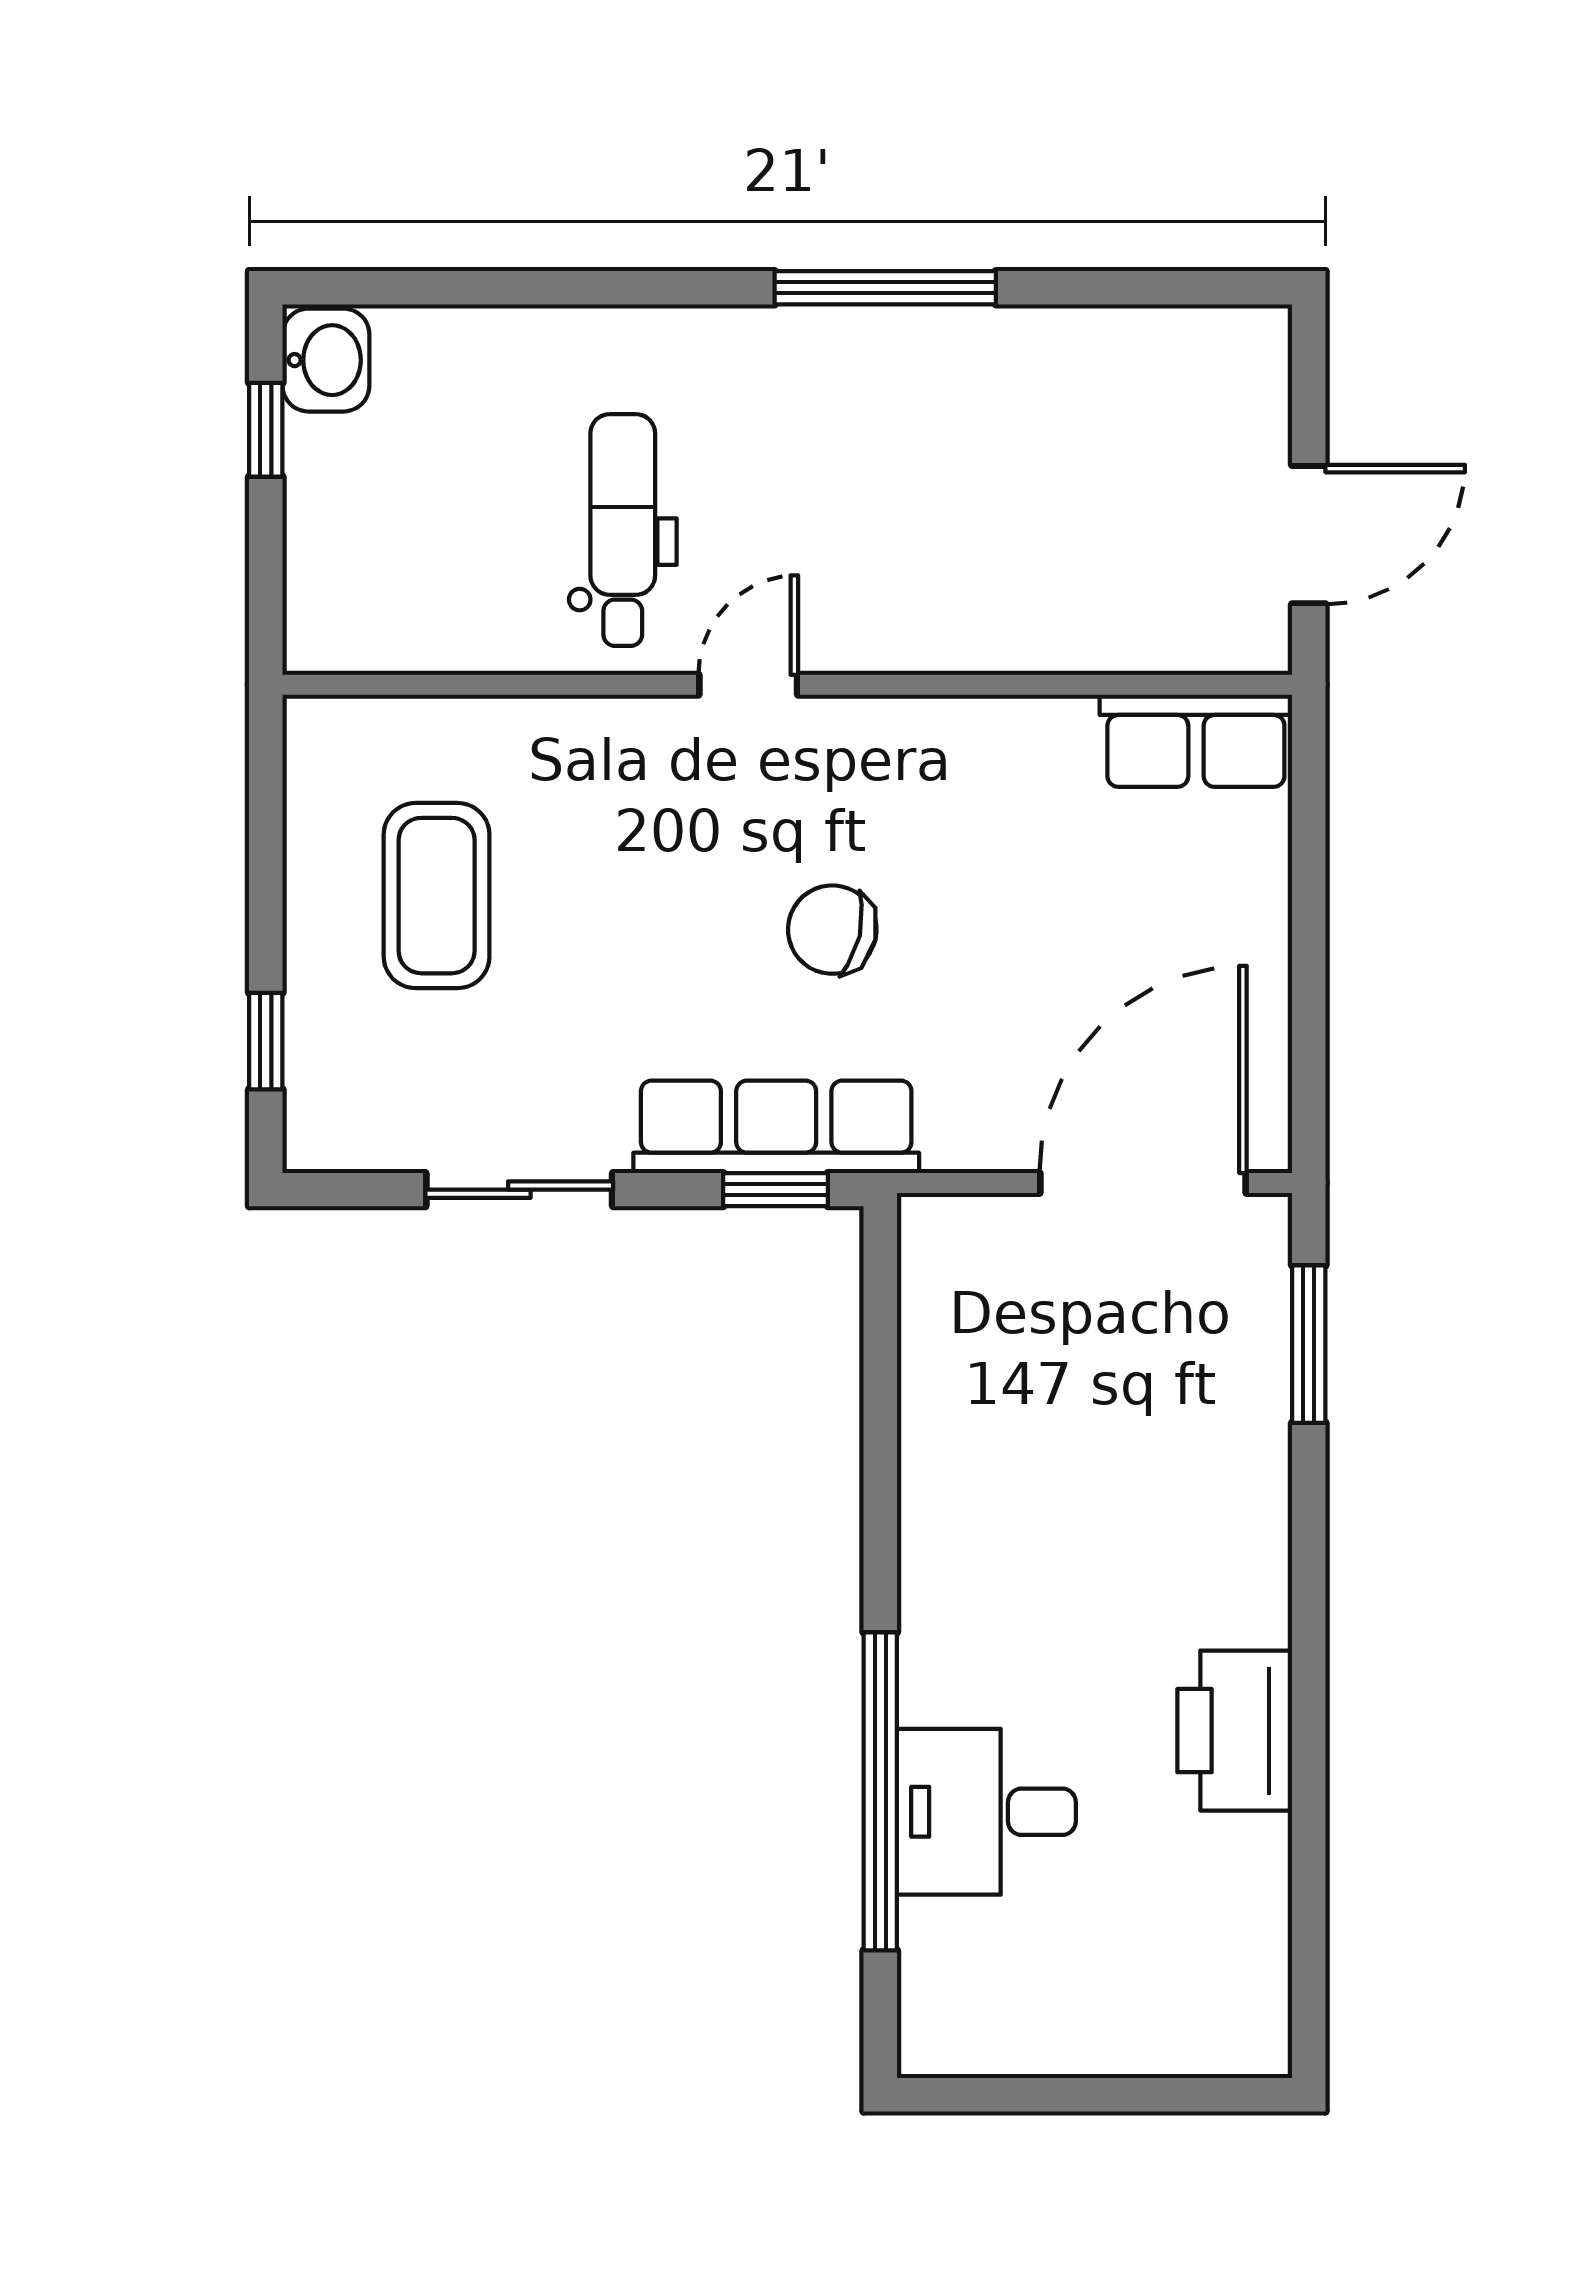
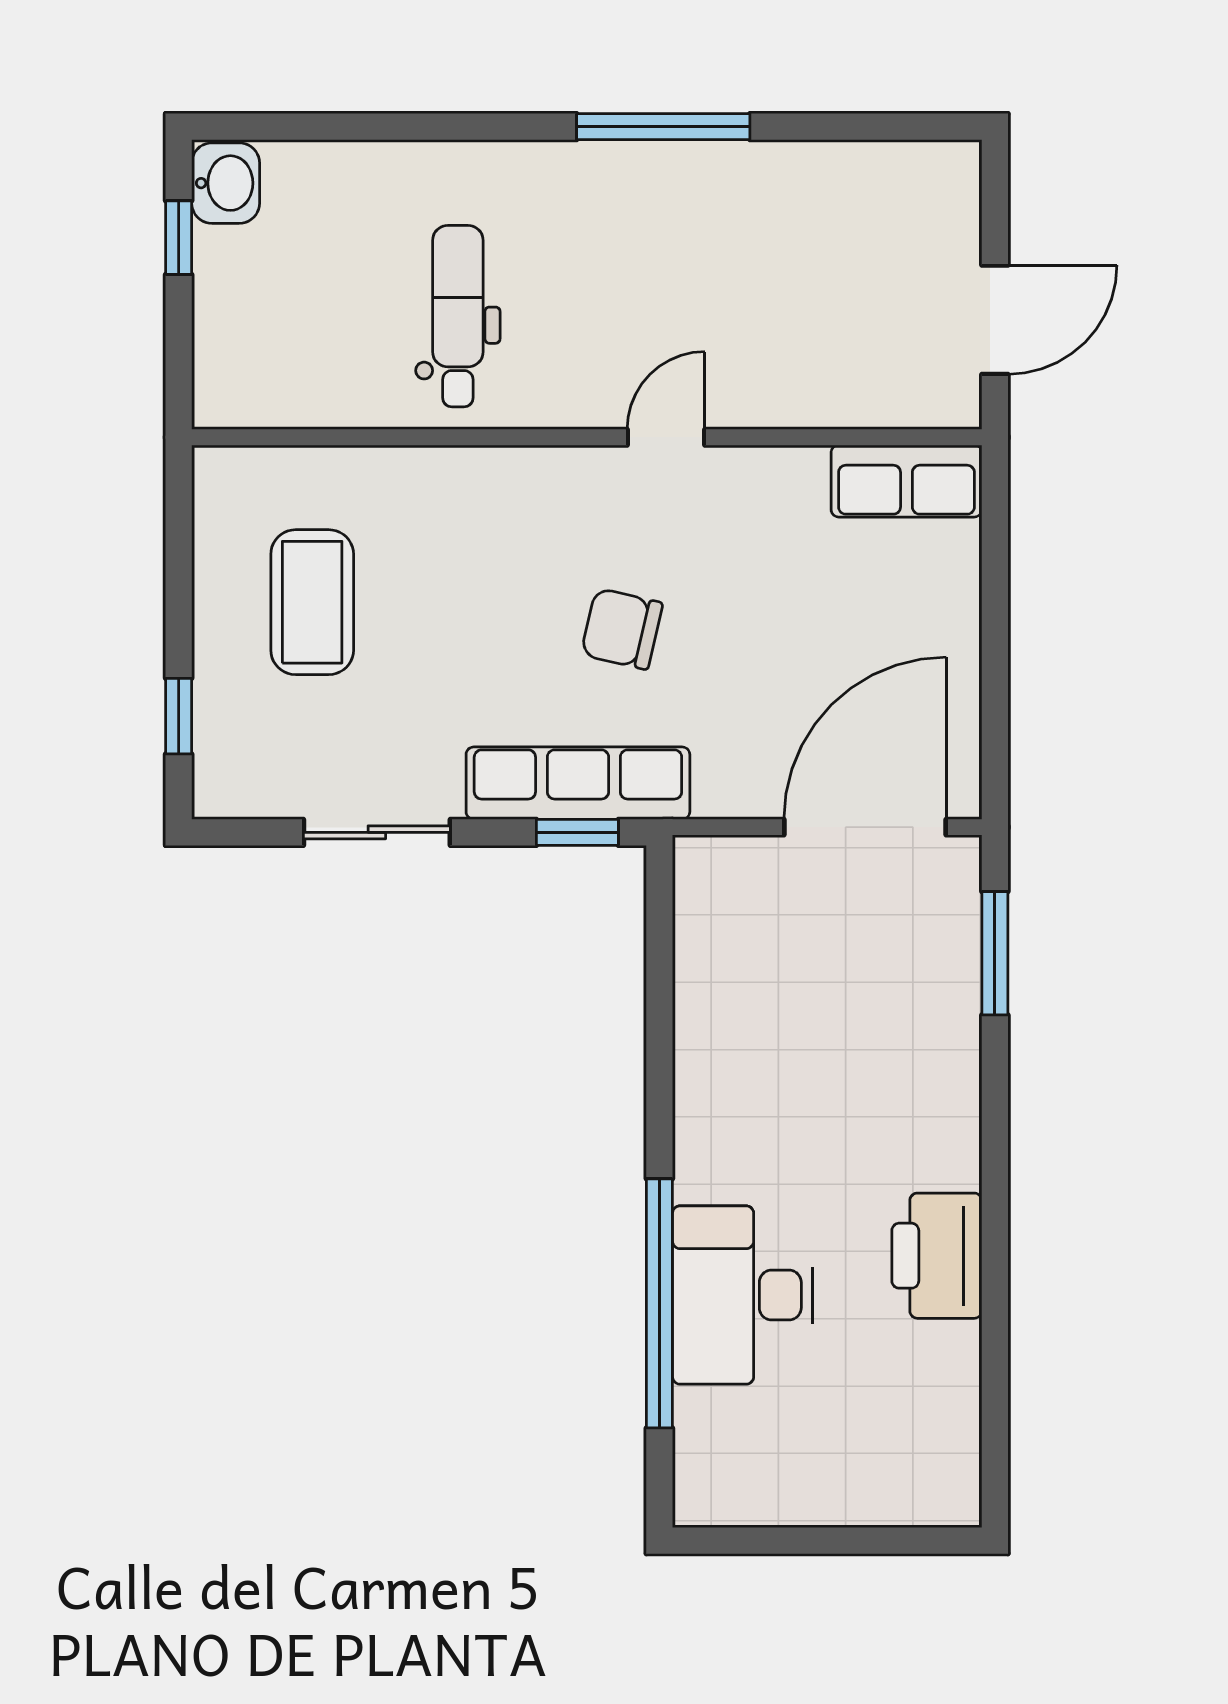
door: (748, 685) -> (666, 437), moved
desk: (986, 1812) -> (742, 1295), width x1.37

